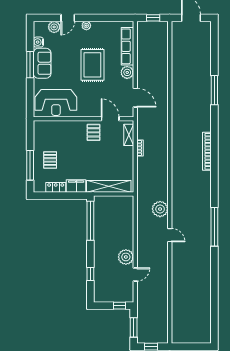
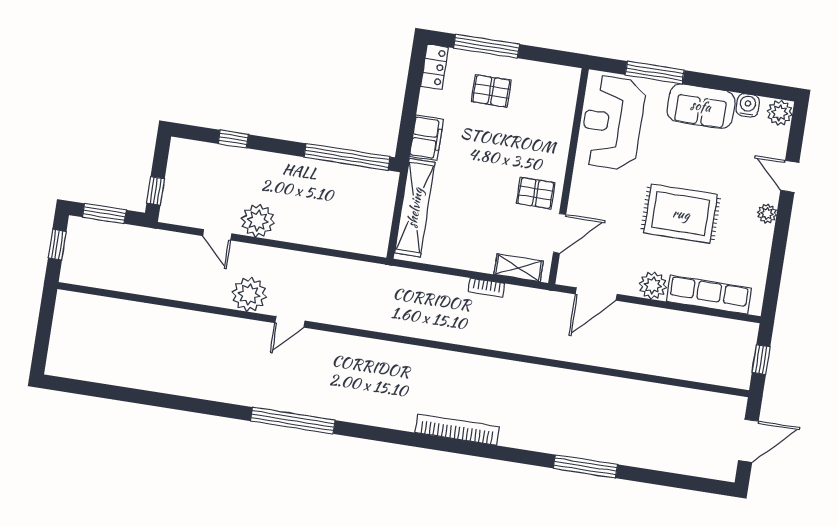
plant: (54, 27) -> (780, 113), moved
window: (30, 65) -> (655, 73), moved
locker: (56, 187) -> (434, 67), moved
plant: (160, 209) -> (249, 294), moved

